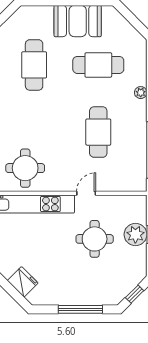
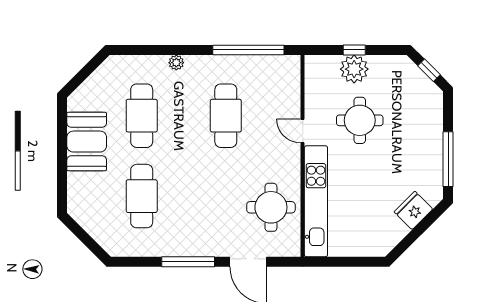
cafe table: (34, 65) -> (142, 196), turned 90
cafe table: (98, 132) -> (226, 116), turned 90
window: (80, 309) -> (448, 159), moved

